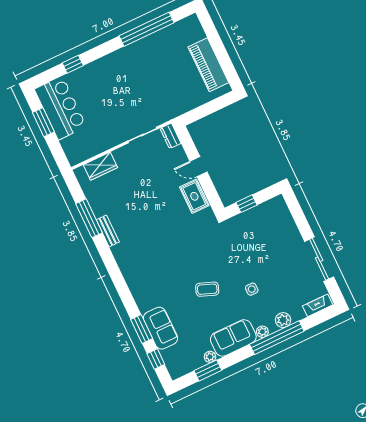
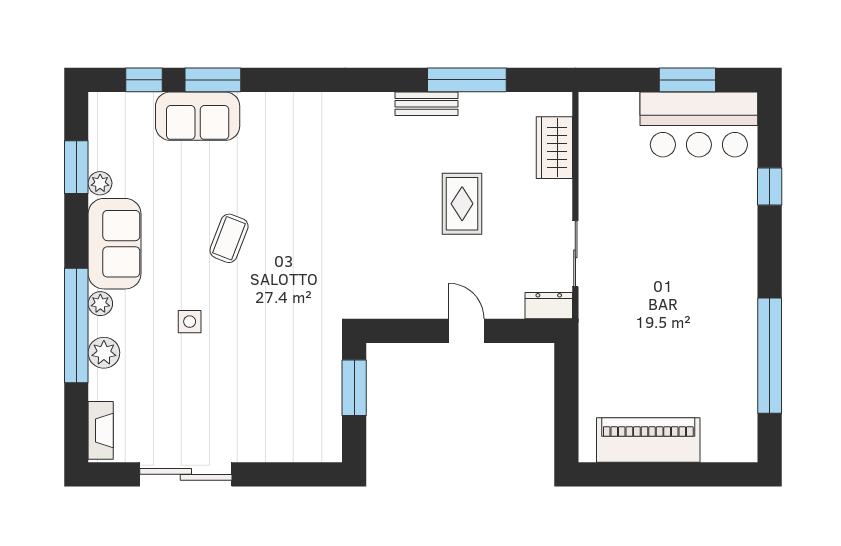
door: (199, 167) -> (466, 331), hinge flipped
rug: (194, 196) -> (462, 204), moved, turned 90
window: (247, 204) -> (354, 388), width x1.50

